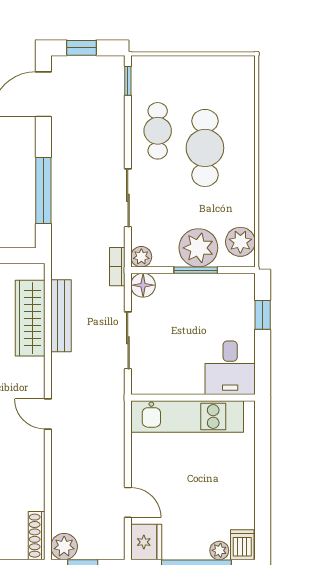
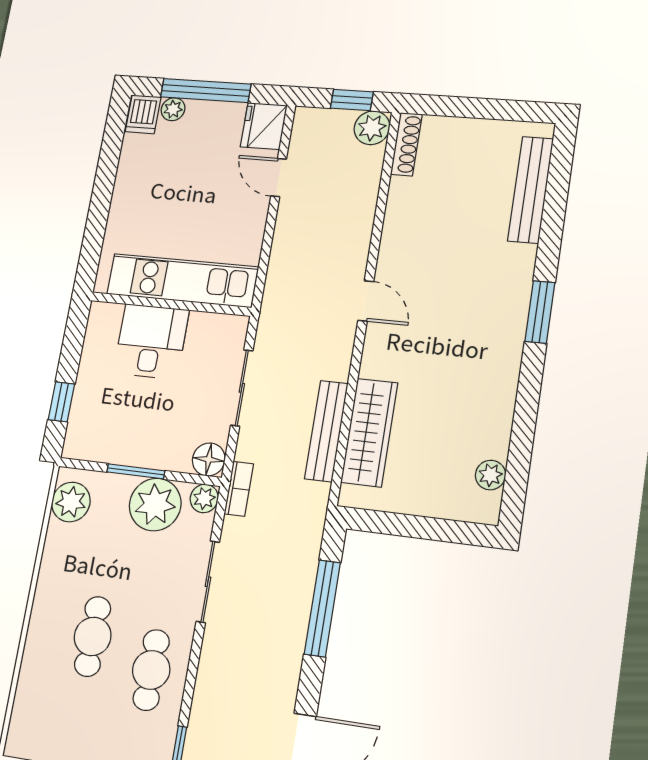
cafe table: (205, 148) -> (93, 636), width x0.73, depth x0.74
plant: (198, 248) -> (155, 505), moved
desk: (230, 368) -> (151, 342), moved

